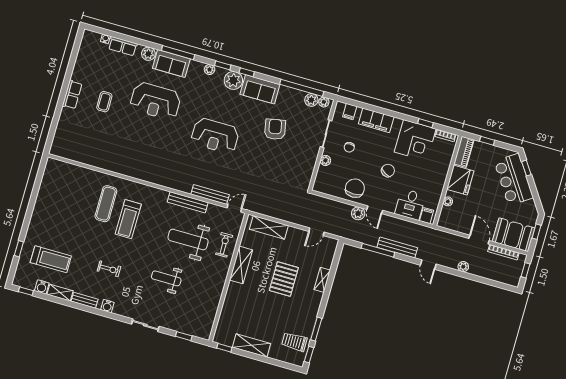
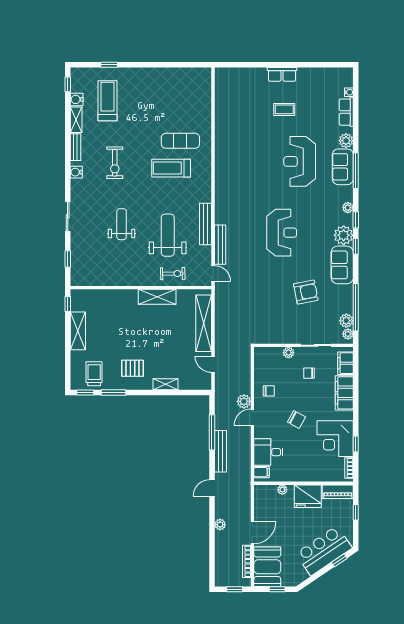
filing cabinet: (350, 112) -> (346, 363), width x2.00
reception desk: (215, 136) -> (282, 233), turned 180
chair: (355, 188) -> (269, 391), width x0.54, depth x0.54
shelving: (269, 227) -> (204, 323), width x1.47
treadmill: (51, 259) -> (108, 101), turned 180
exercise bike: (109, 269) -> (115, 163), width x1.38, depth x1.39
pallet: (284, 279) -> (133, 368), moved, width x0.67, depth x0.71

